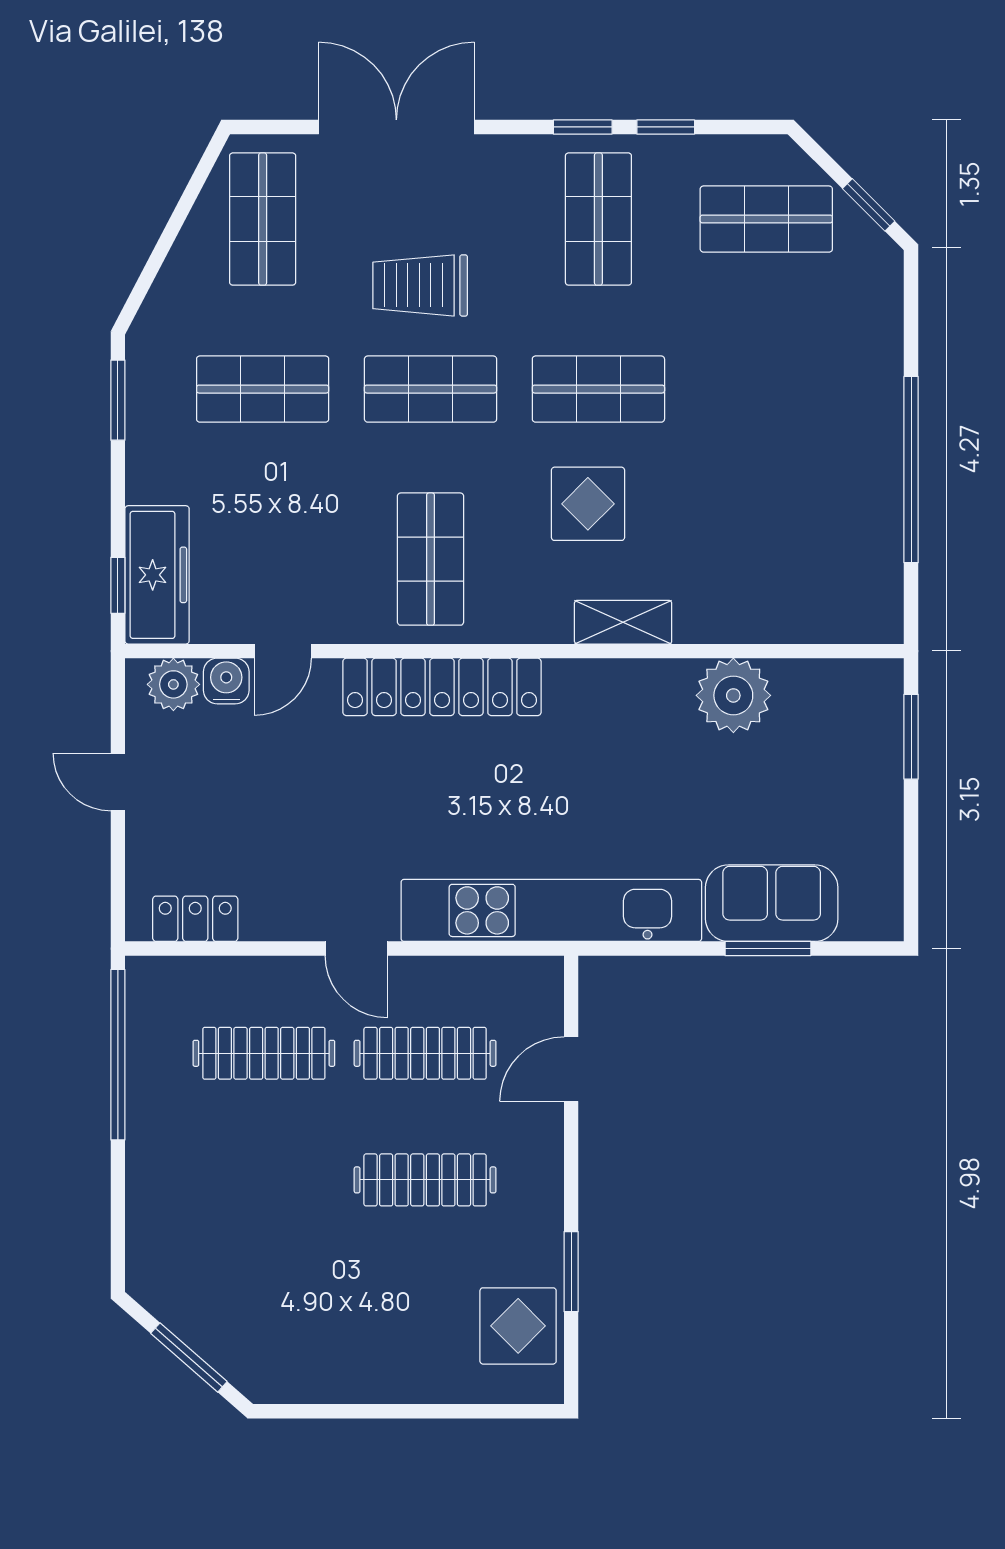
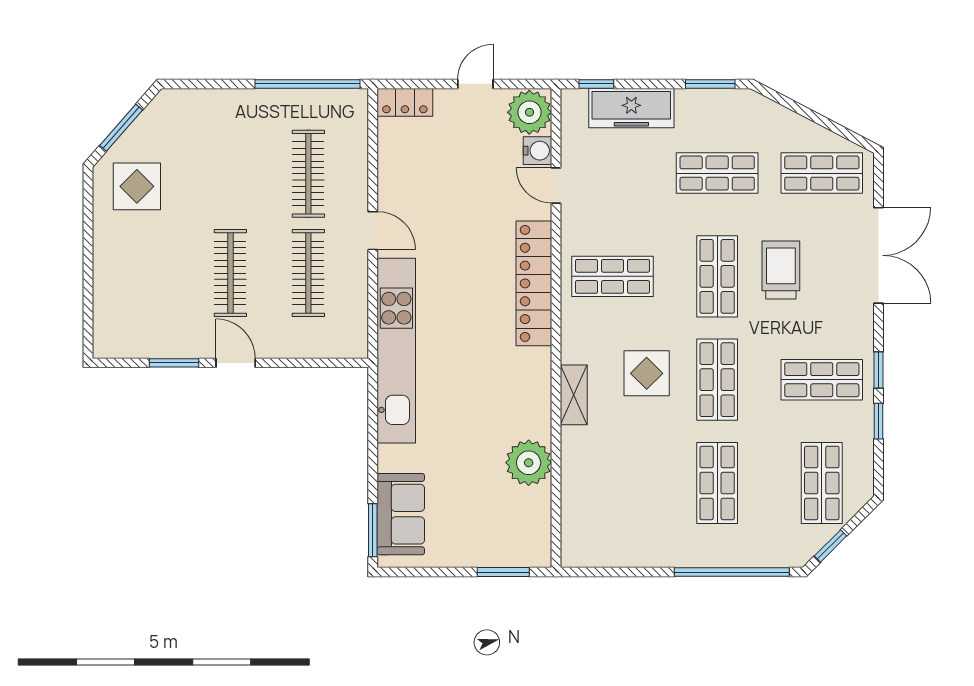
shop shelf: (263, 389) -> (717, 173), turned 90
shop shelf: (766, 389) -> (717, 483), added
window: (911, 470) -> (732, 572), moved
freezer: (157, 575) -> (631, 108), moved
plant: (173, 684) -> (529, 112), width x1.36, depth x1.36
sofa: (772, 903) -> (401, 514), moved
locker: (195, 919) -> (405, 102), moved, turned 90
door: (356, 949) -> (373, 231), swing flipped
window: (768, 949) -> (373, 530), moved
door: (571, 1069) -> (236, 363), moved
display table: (518, 1326) -> (137, 186), moved

